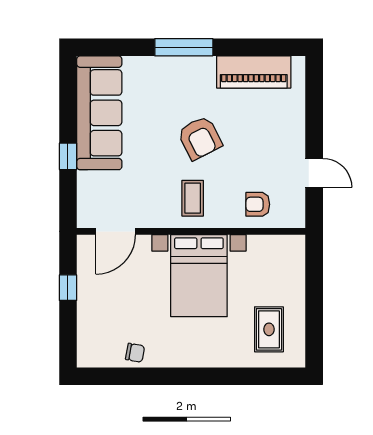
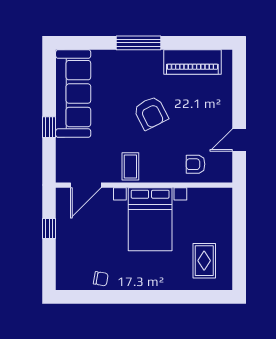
door: (314, 173) -> (239, 140), swing flipped
coffee table: (193, 198) -> (130, 166), moved

